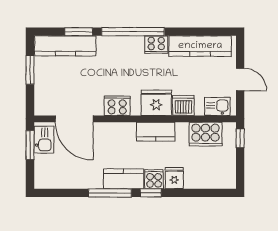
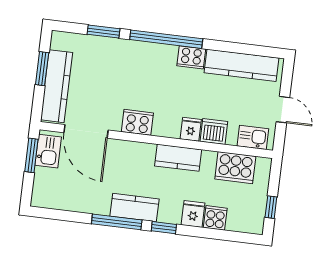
kitchen counter: (65, 46) -> (57, 86), moved, turned -90
fridge: (156, 103) -> (191, 129), width x0.53, depth x0.75
window: (240, 138) -> (271, 207), moved
cooker: (154, 179) -> (215, 218), moved

